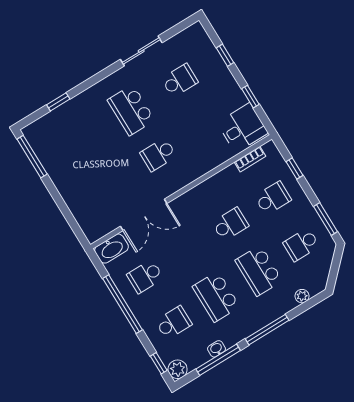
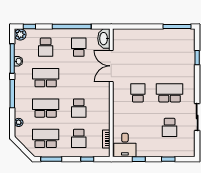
school desk: (301, 245) -> (46, 138), width x1.85

